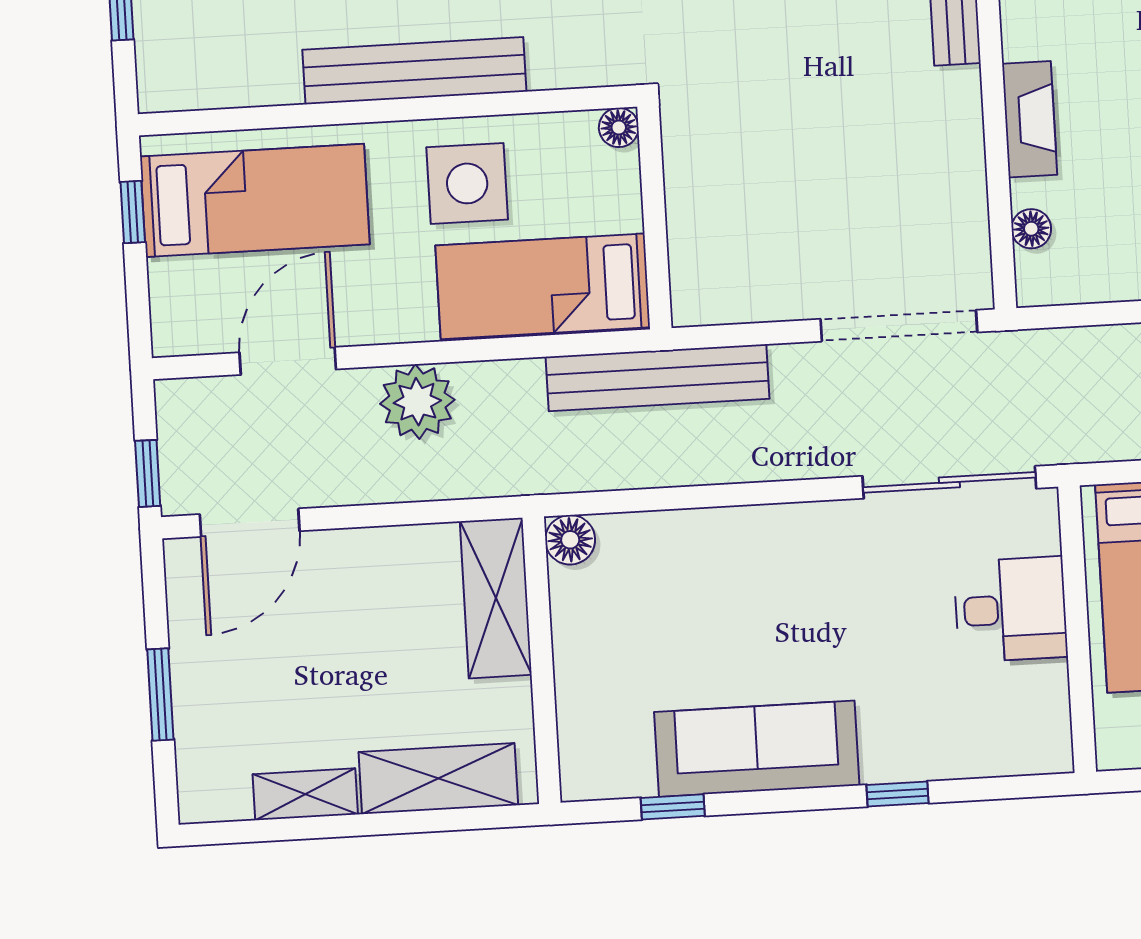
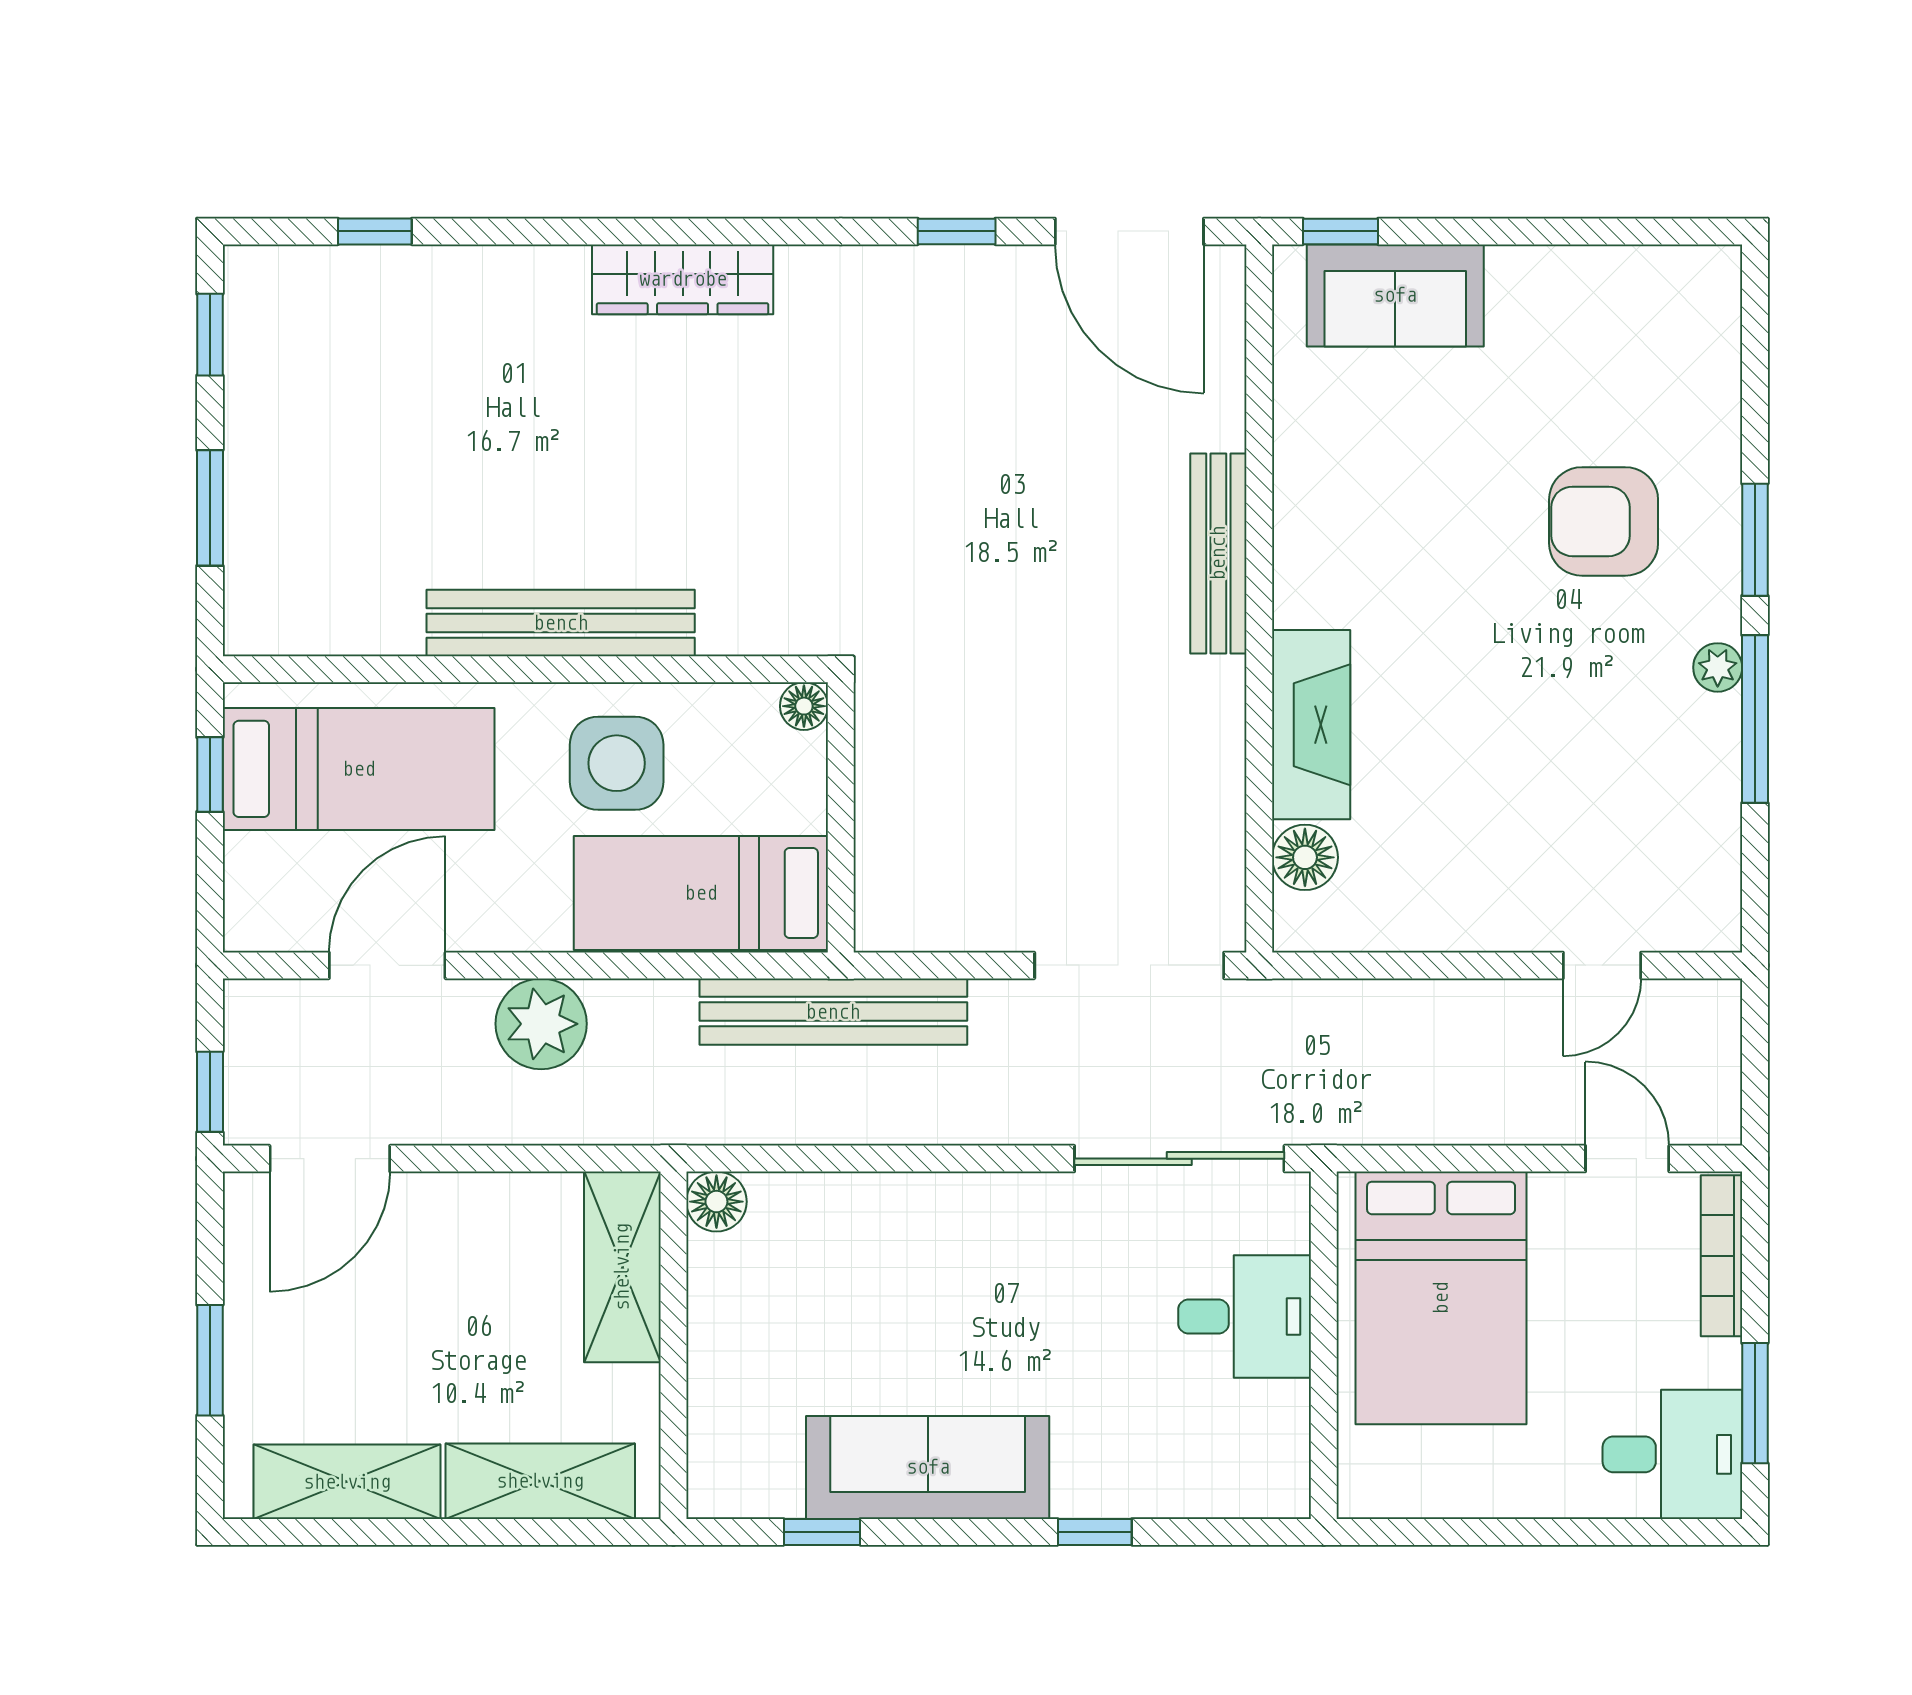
fireplace: (1030, 119) -> (1311, 725), width x1.37, depth x1.32
floor lamp: (1031, 229) -> (1305, 857), width x1.37, depth x1.37
shelving: (305, 794) -> (347, 1482), width x1.50, depth x1.33

